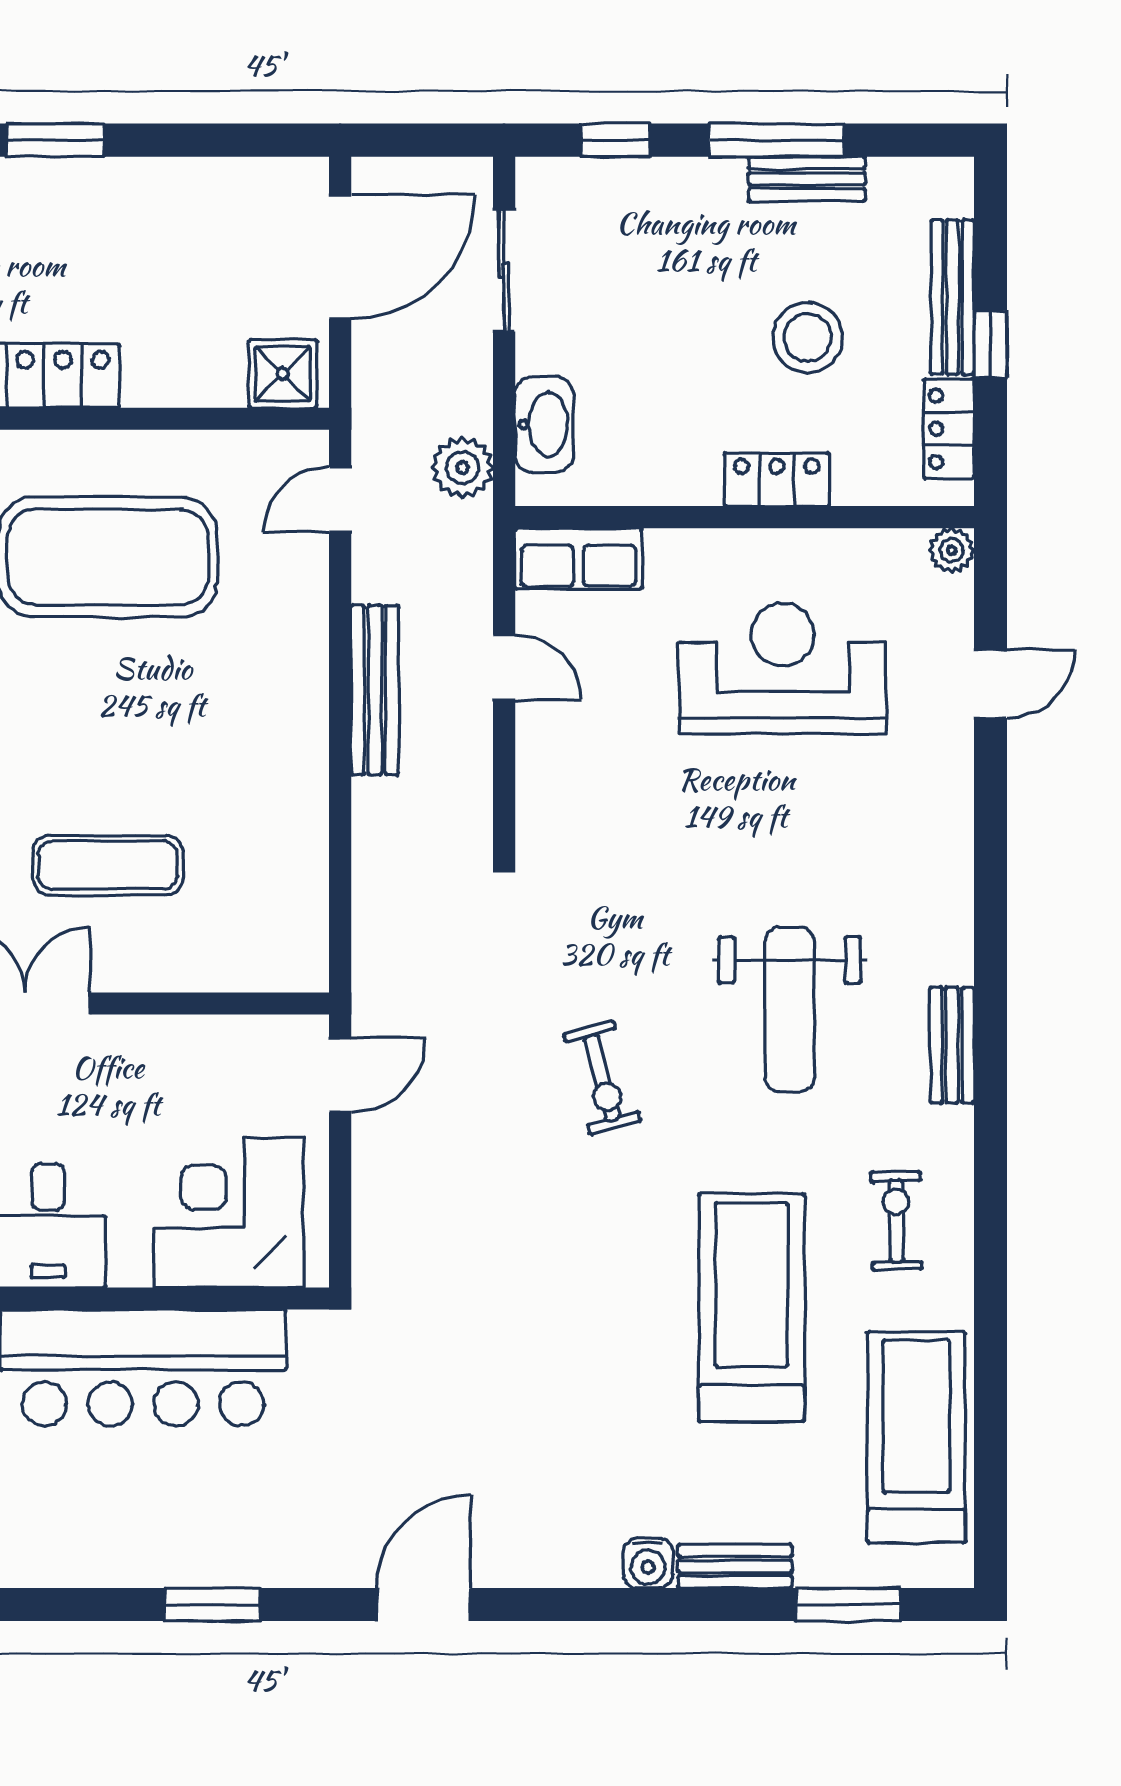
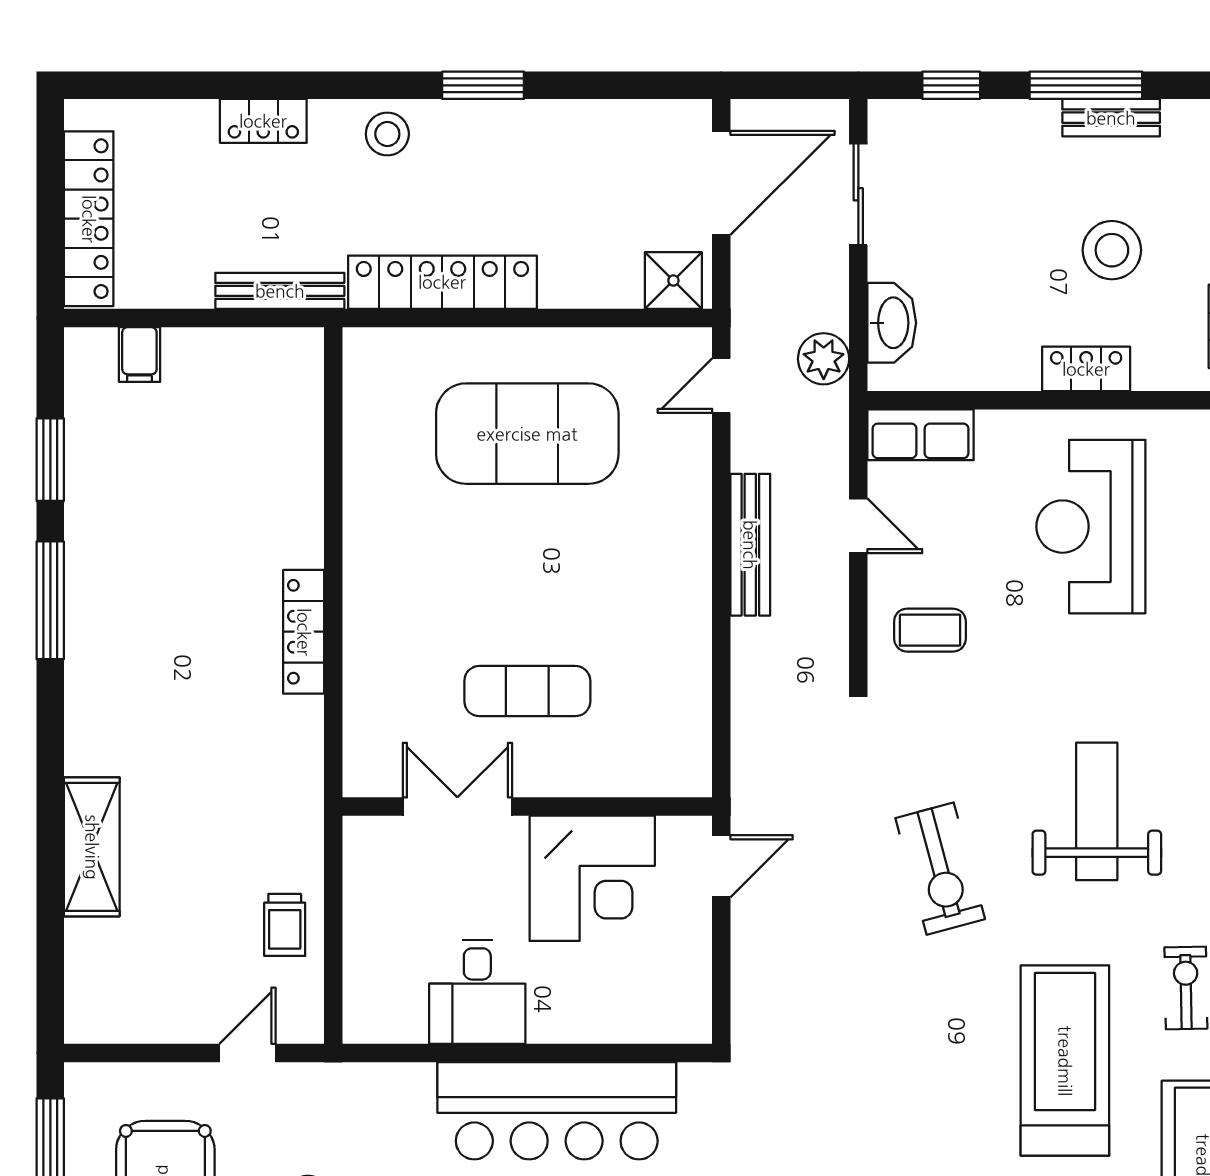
reception desk: (783, 668) -> (1091, 527), turned -90
coffee table: (590, 792) -> (930, 630), added
weight bench: (790, 1009) -> (1097, 811), turned 180
exercise bike: (602, 1078) -> (940, 869), width x1.38, depth x1.39
corner desk: (229, 1213) -> (592, 878), moved, turned 180

